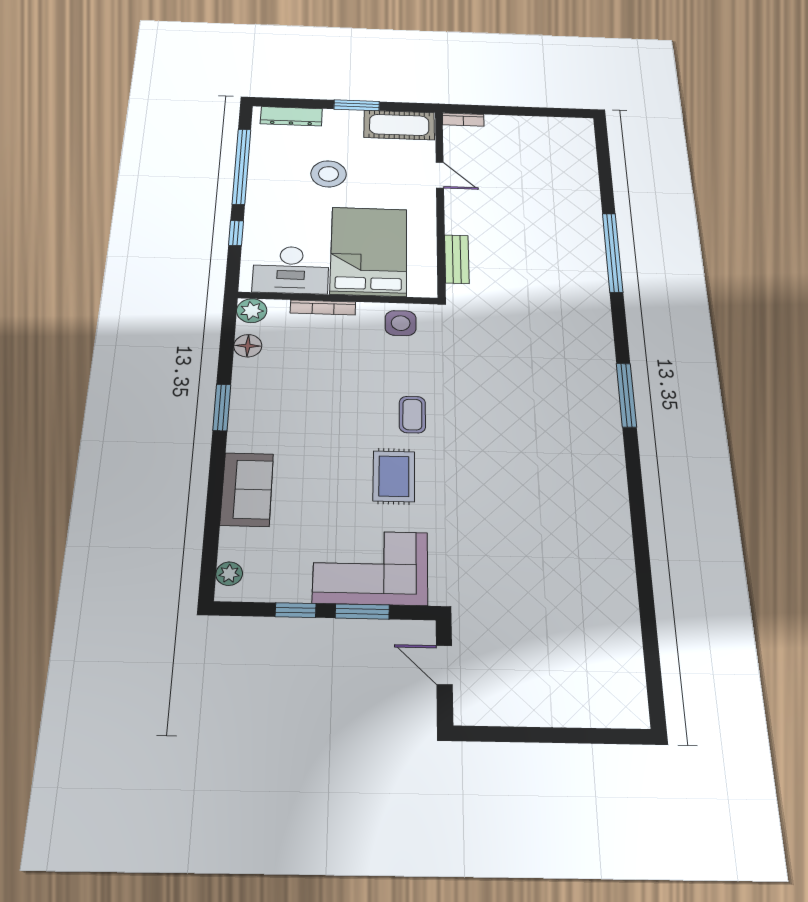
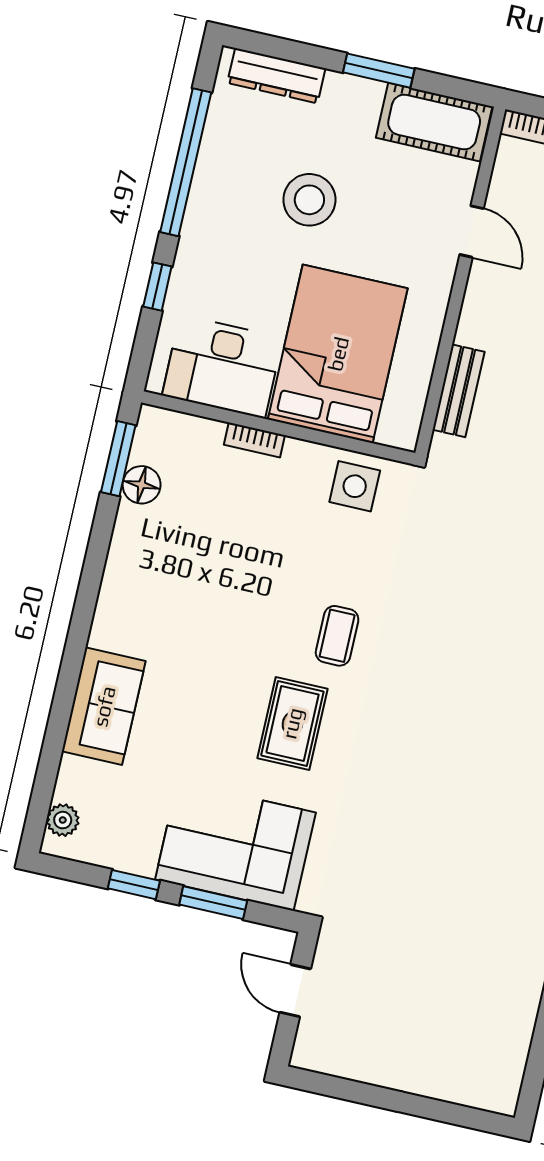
bookcase: (323, 307) -> (254, 440), width x0.64
plant: (252, 311) -> (157, 427), removed
window: (222, 407) -> (118, 459), moved

